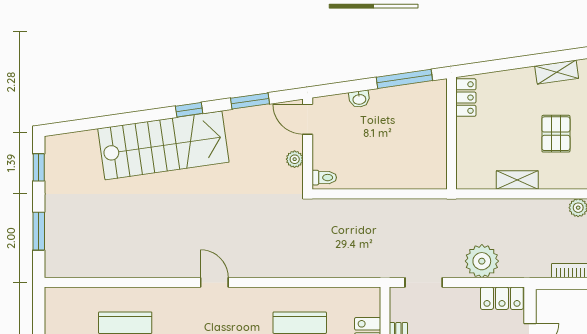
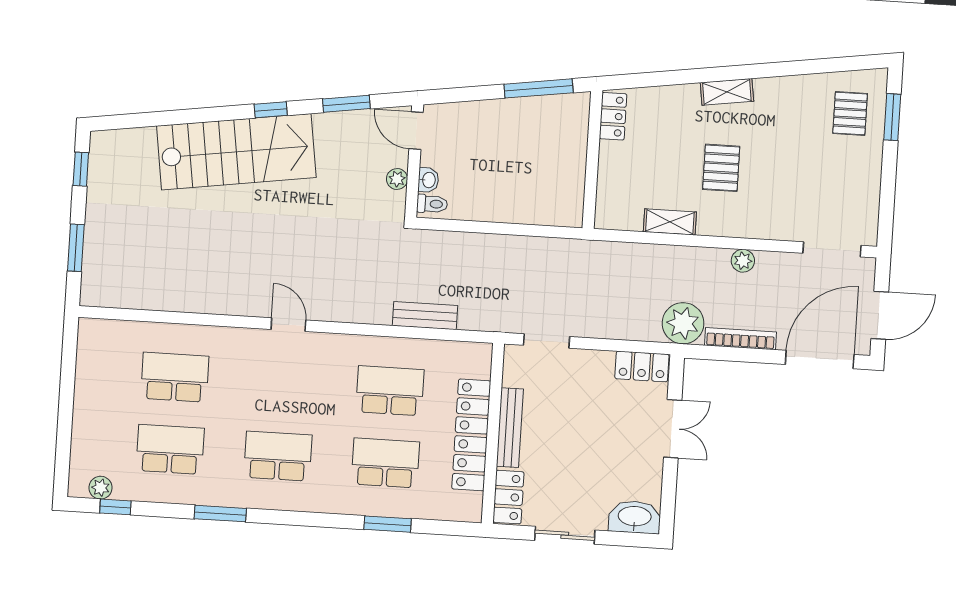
washbasin: (359, 99) -> (428, 180), moved, turned -82
plant: (482, 261) -> (683, 323), moved
bench: (324, 268) -> (425, 316), added

